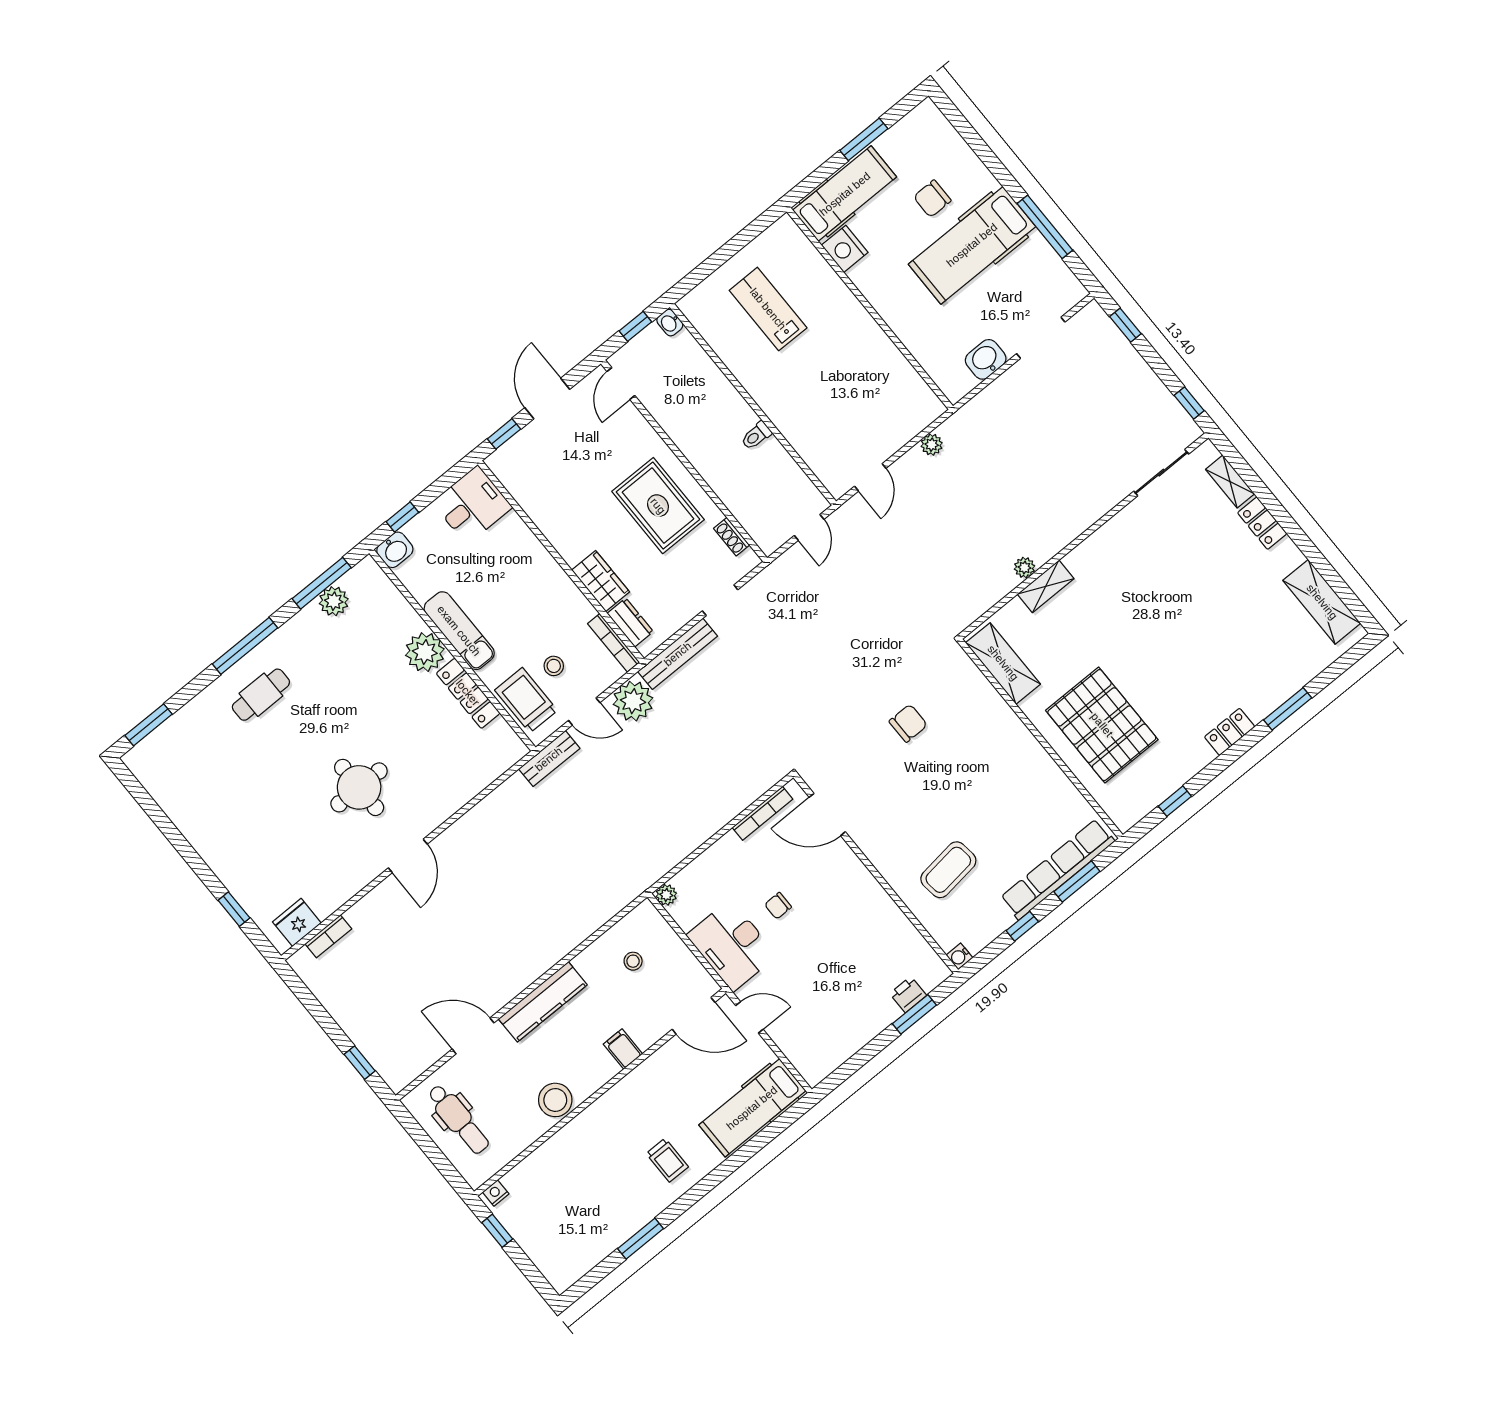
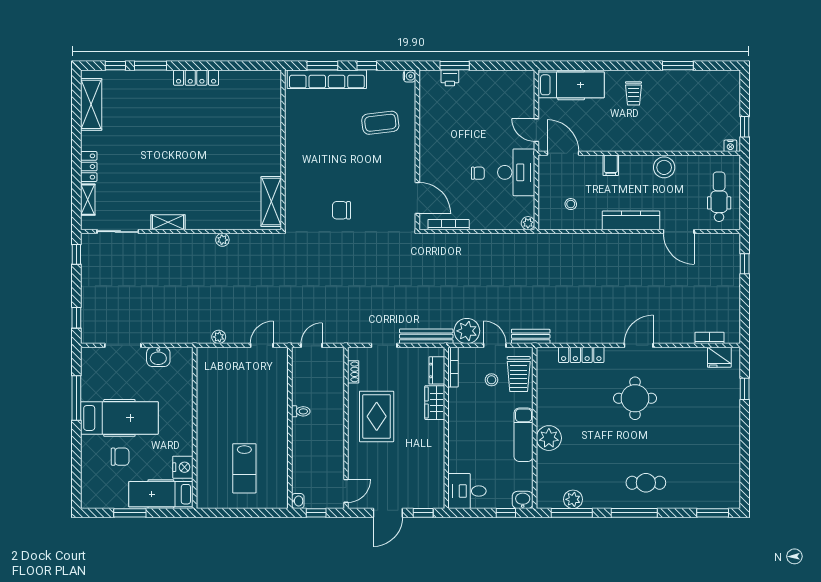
shelving: (1046, 586) -> (168, 222), moved
locker: (468, 693) -> (581, 355), moved, turned 90
pallet: (1102, 725) -> (248, 132), removed
locker: (1230, 732) -> (196, 78), width x1.53
window: (1175, 801) -> (115, 66), moved
trolley: (667, 1160) -> (634, 93), turned 180

